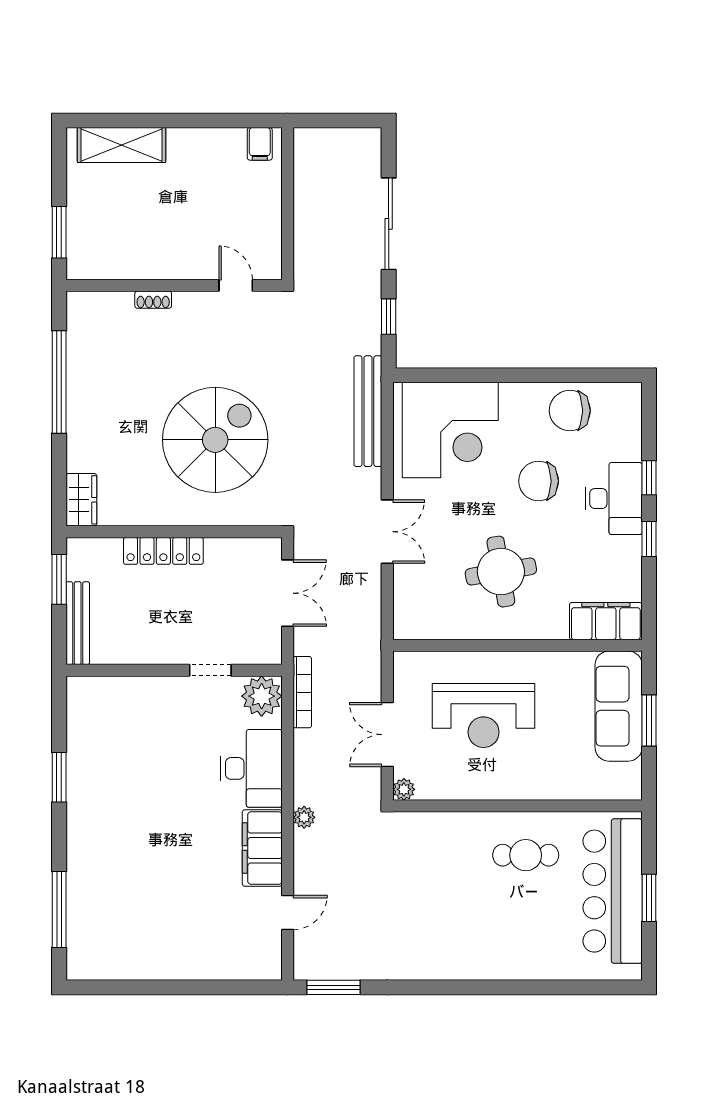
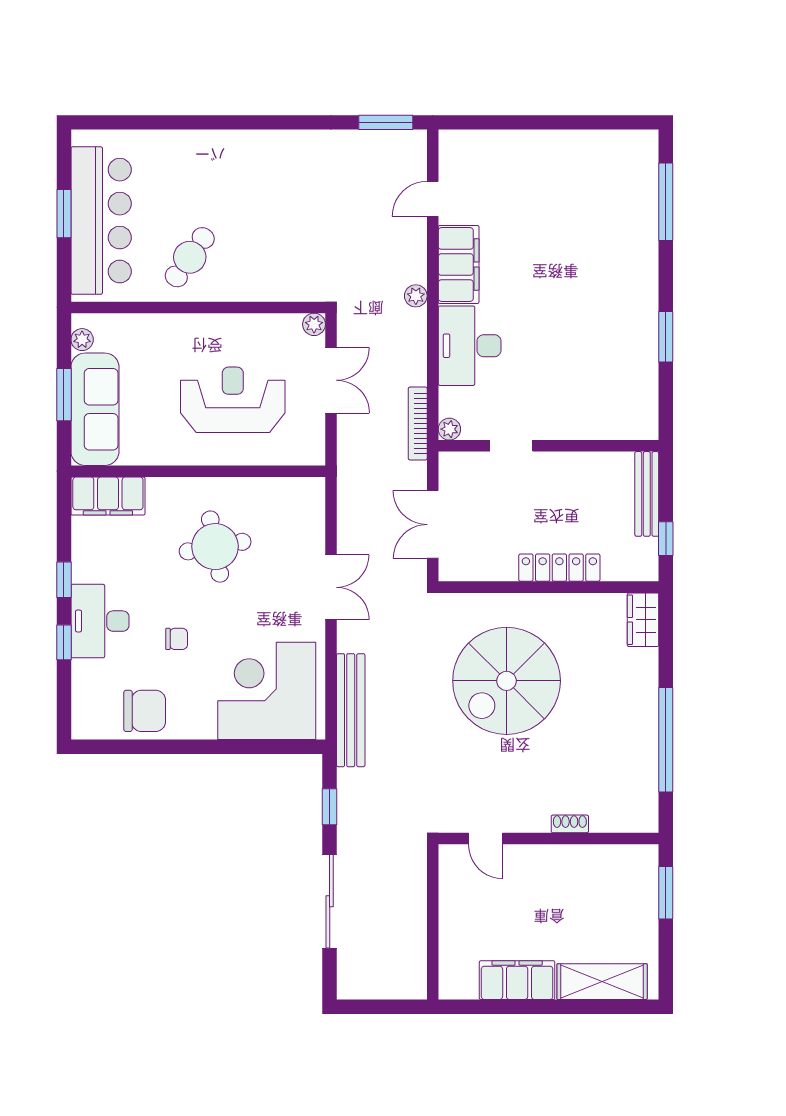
filing cabinet: (260, 144) -> (517, 980), moved, width x3.00, depth x1.17
chair: (539, 481) -> (177, 639), width x0.54, depth x0.54
double door: (387, 532) -> (331, 587), swing flipped
window: (59, 579) -> (666, 539), width x0.67
plant: (262, 696) -> (449, 429), width x0.53, depth x0.53
plant: (631, 774) -> (82, 340), added
cafe table: (526, 855) -> (190, 257), turned -55

